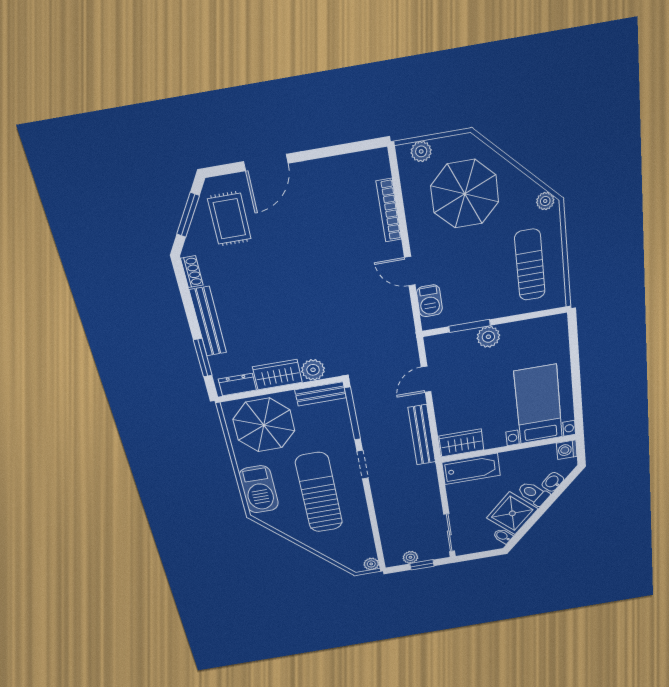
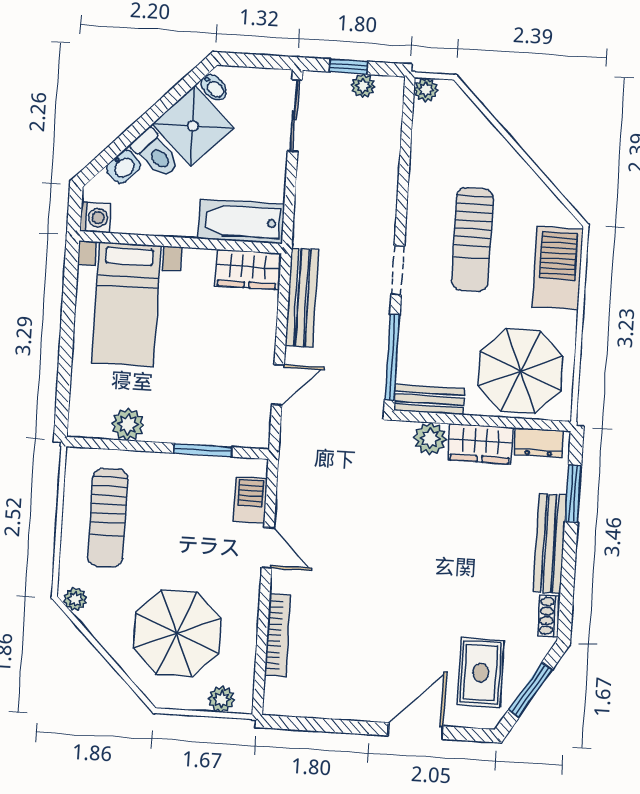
plant: (488, 337) -> (128, 424), moved
sun lounger: (319, 493) -> (472, 239), width x0.73, depth x0.75

